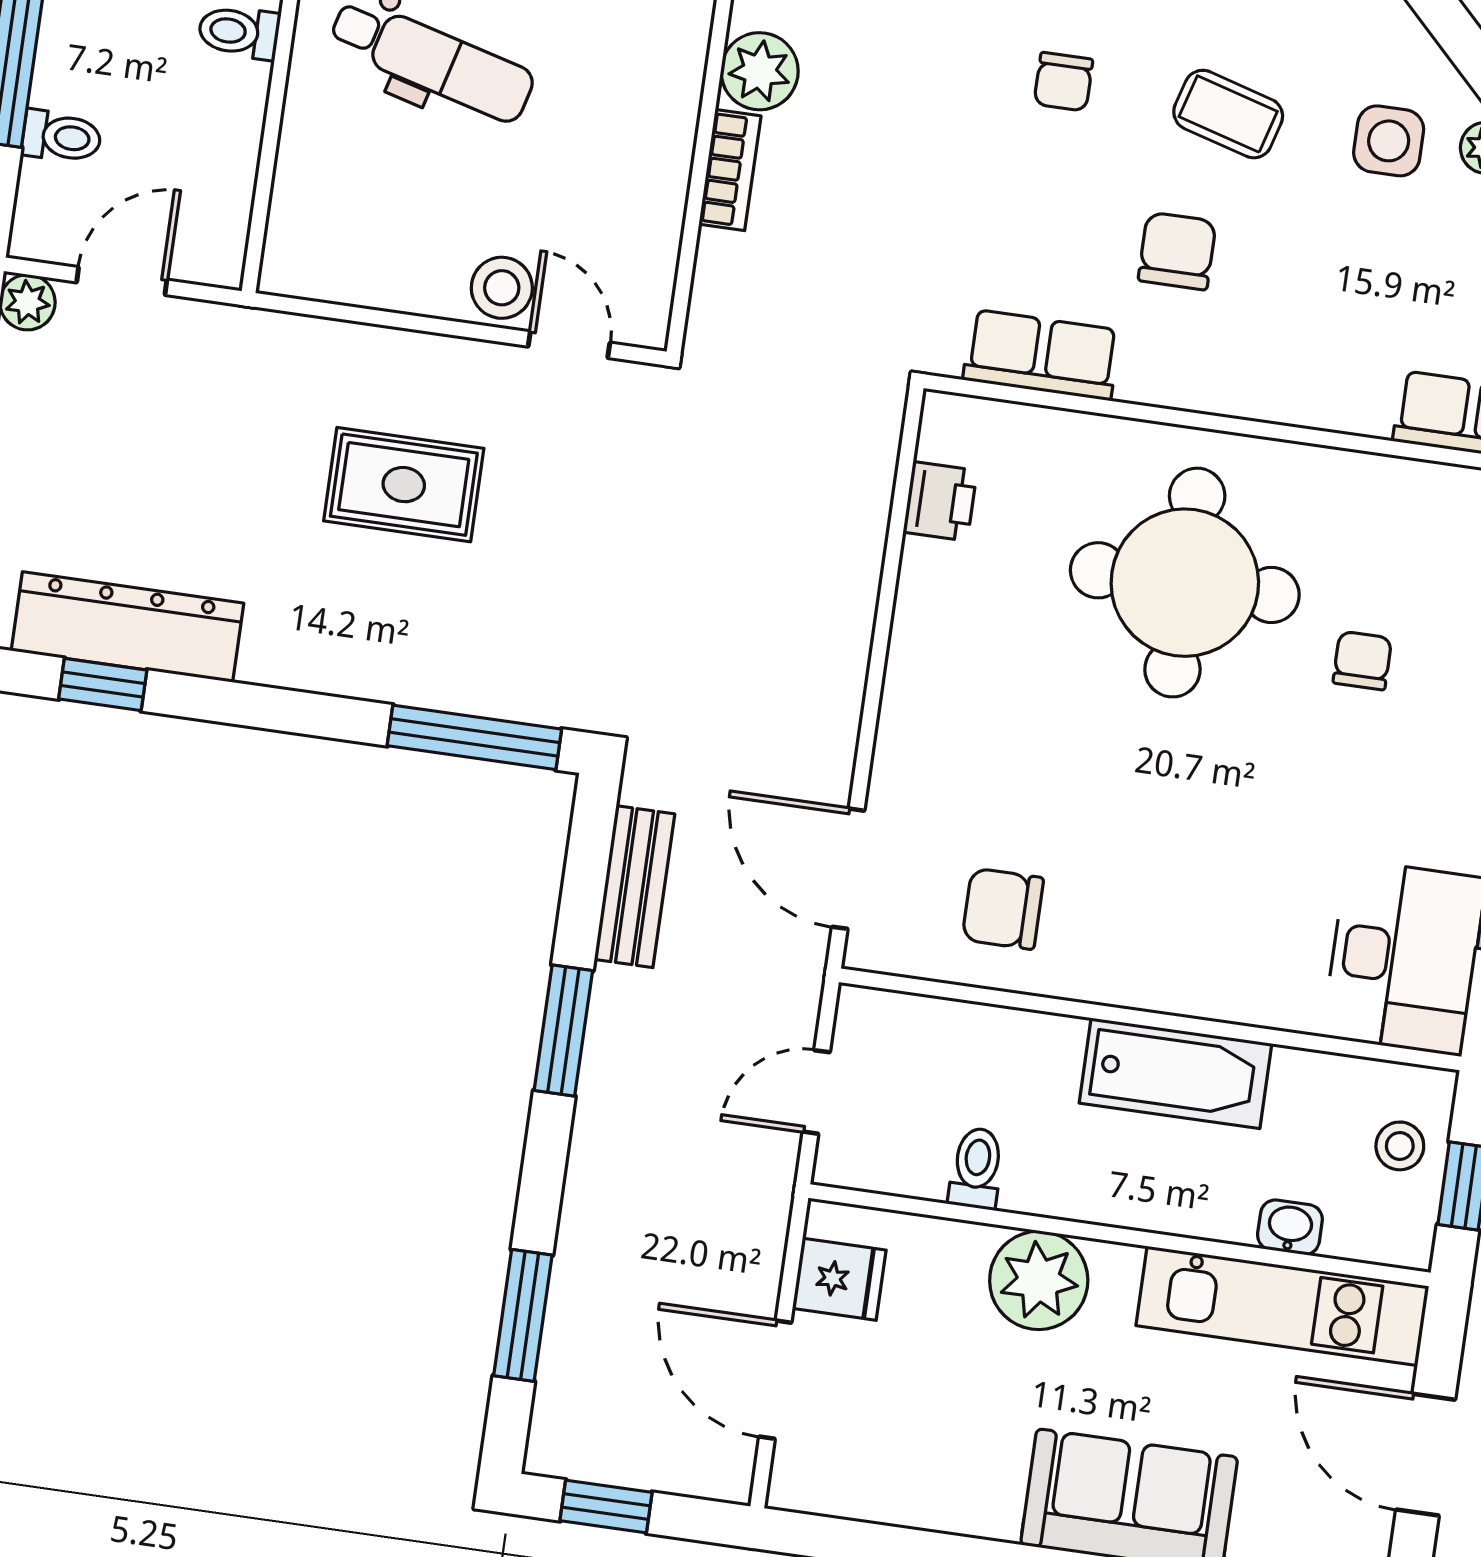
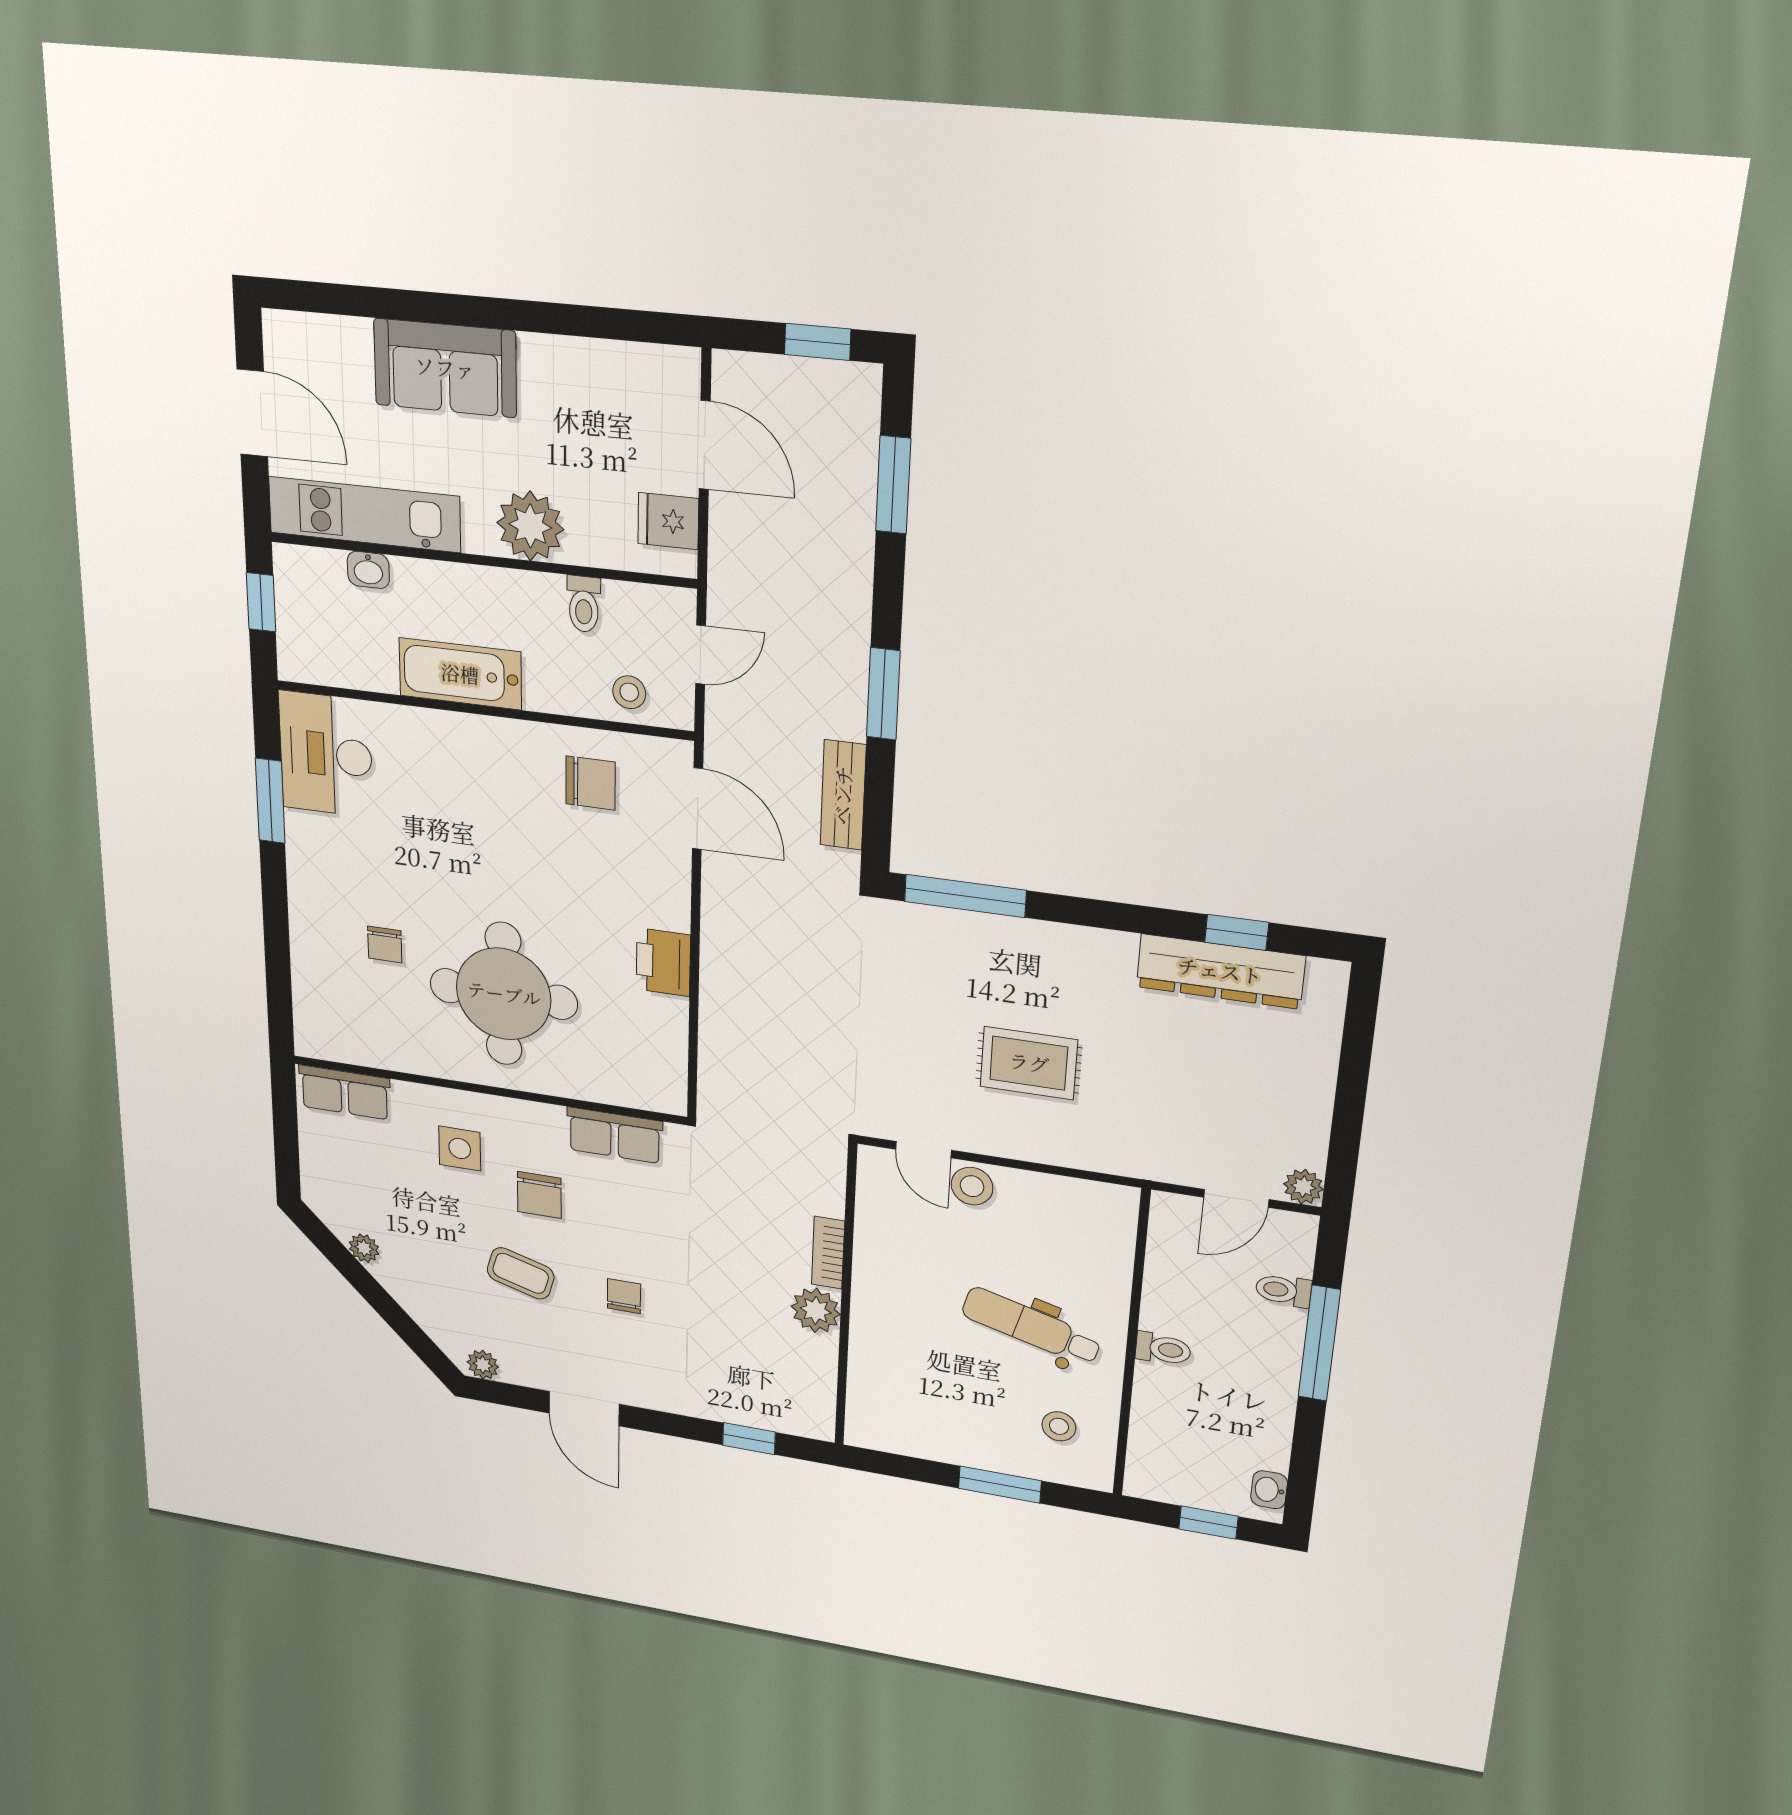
side table: (1389, 141) -> (460, 1148), moved
printer: (940, 501) -> (663, 962), moved, width x1.36, depth x1.24
stool: (1400, 1146) -> (629, 692), moved

